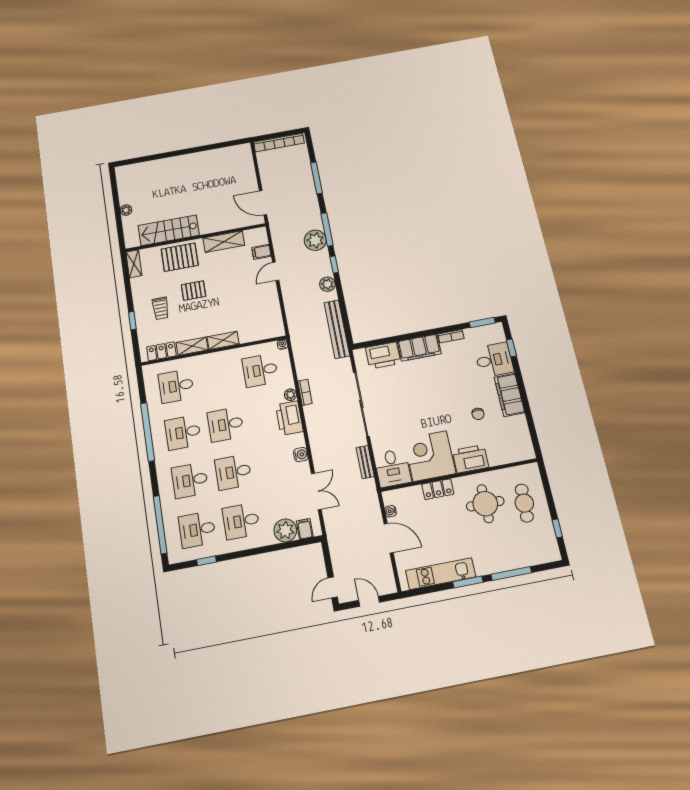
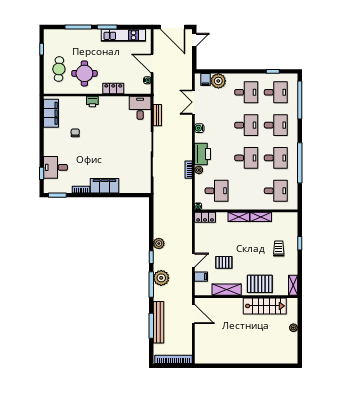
pallet: (194, 291) -> (224, 262), moved
bench: (337, 329) -> (159, 322), moved
locker: (161, 351) -> (205, 217), moved
printer: (383, 355) -> (130, 185), removed
filing cabinet: (509, 395) -> (51, 113), moved
corner desk: (430, 456) -> (114, 111), removed
printer: (470, 459) -> (92, 102), width x0.53, depth x0.68
door: (369, 601) -> (173, 27), width x1.88

